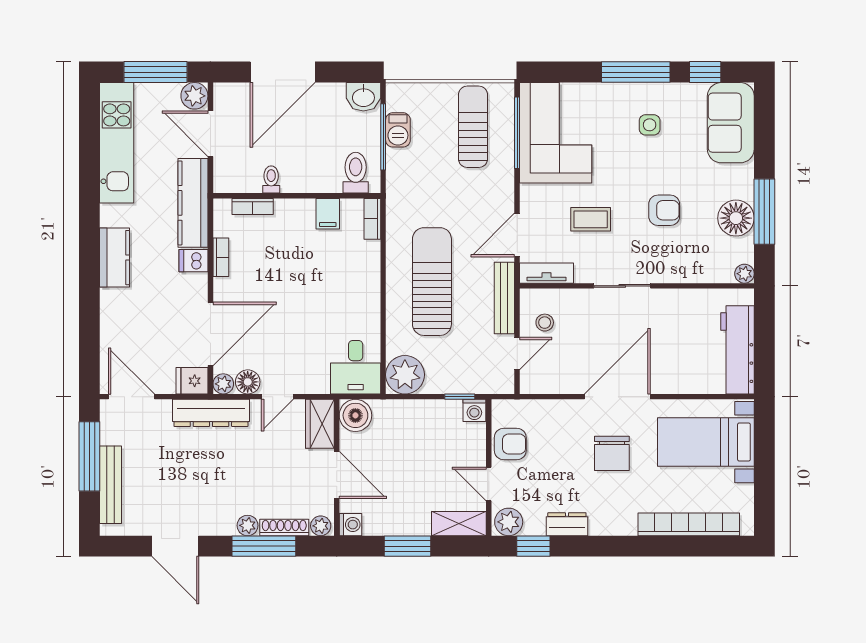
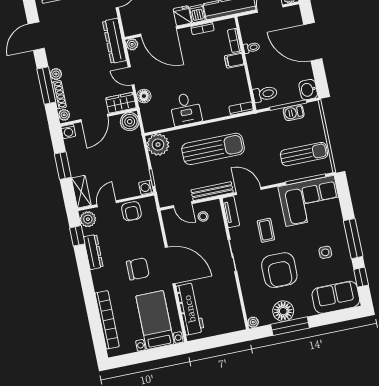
armchair: (664, 210) -> (279, 270), width x1.88, depth x1.88
filing cabinet: (328, 214) -> (234, 60), moved
workbench: (737, 350) -> (190, 309), moved, turned 90
desk: (356, 367) -> (186, 109), moved, turned -90
fridge: (192, 381) -> (182, 16), moved
floor lamp: (248, 382) -> (144, 96), moved
chair: (612, 453) -> (138, 269), turned 180
dresser: (567, 524) -> (93, 252), width x1.44

